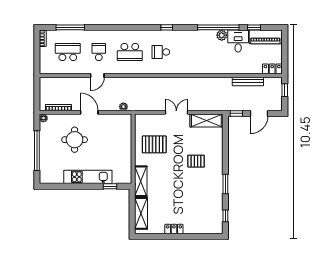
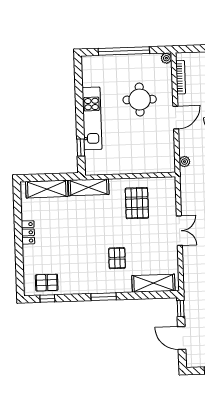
shelving: (206, 121) -> (153, 283), moved, turned 90
window: (225, 184) -> (104, 297), moved
pallet: (213, 216) -> (47, 283), added

